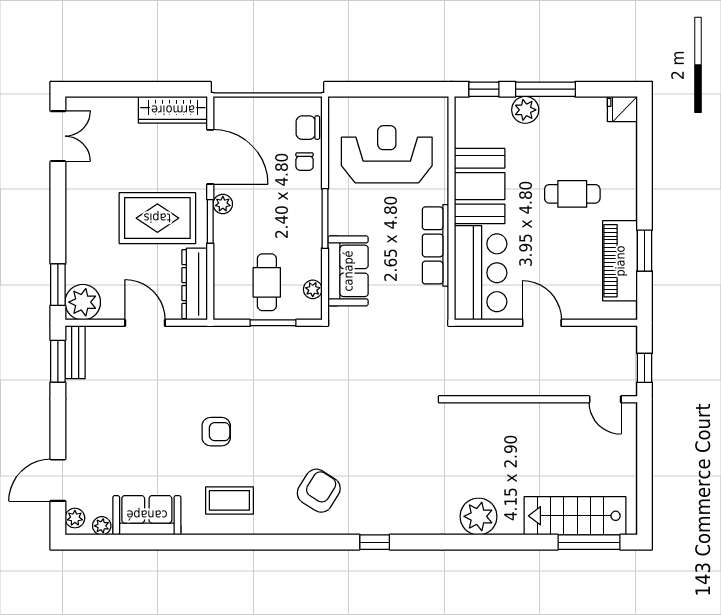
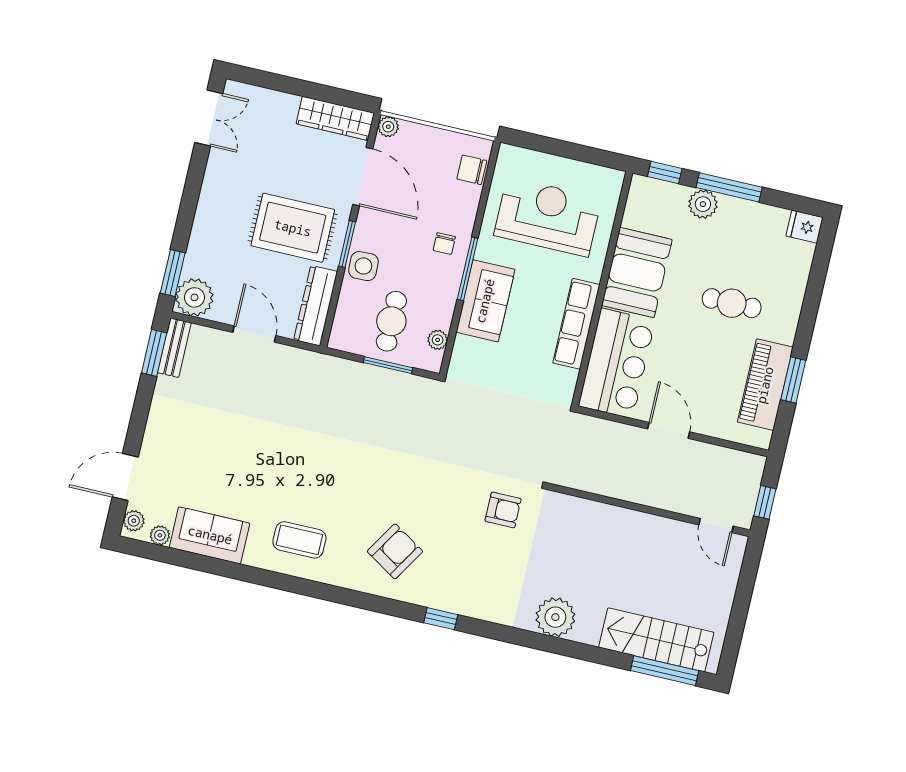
chair: (305, 162) -> (444, 244), moved
plant: (223, 204) -> (388, 127), moved
side table: (230, 238) -> (363, 266), added
sofa: (348, 271) -> (485, 301), moved
armchair: (216, 432) -> (503, 510), moved

